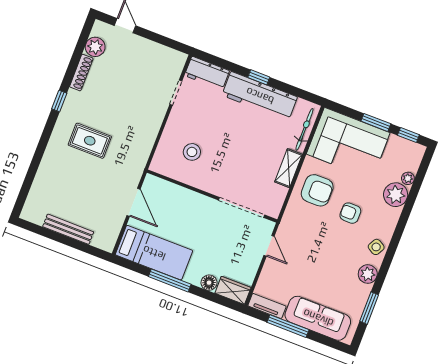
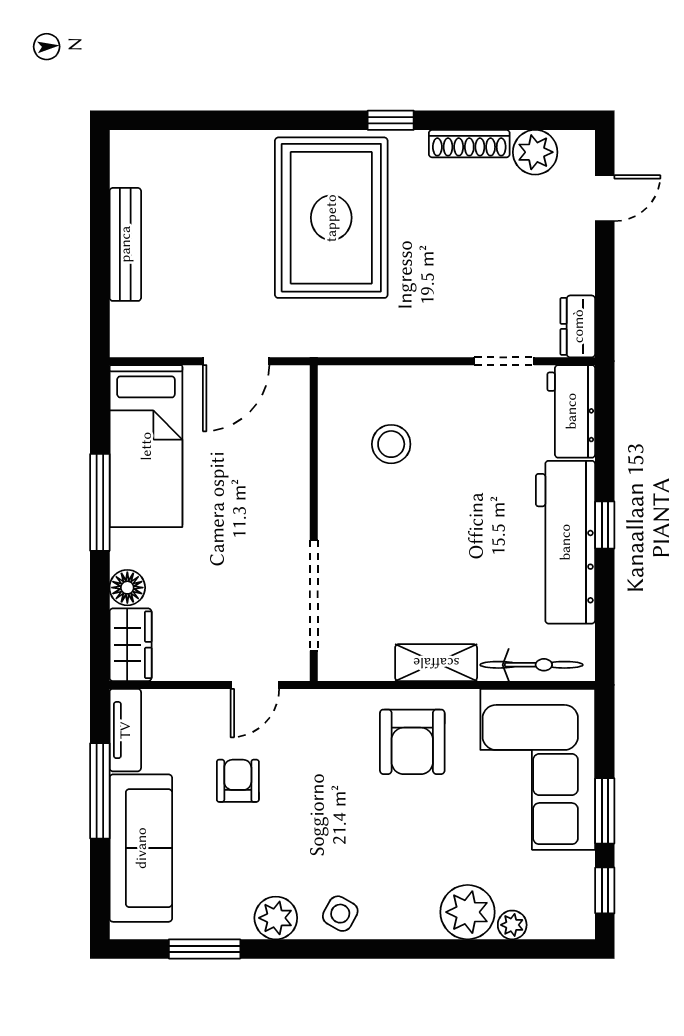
dresser: (173, 57) -> (578, 326), added
rug: (90, 141) -> (331, 218), width x1.86, depth x2.06
armchair: (350, 213) -> (238, 781), moved

